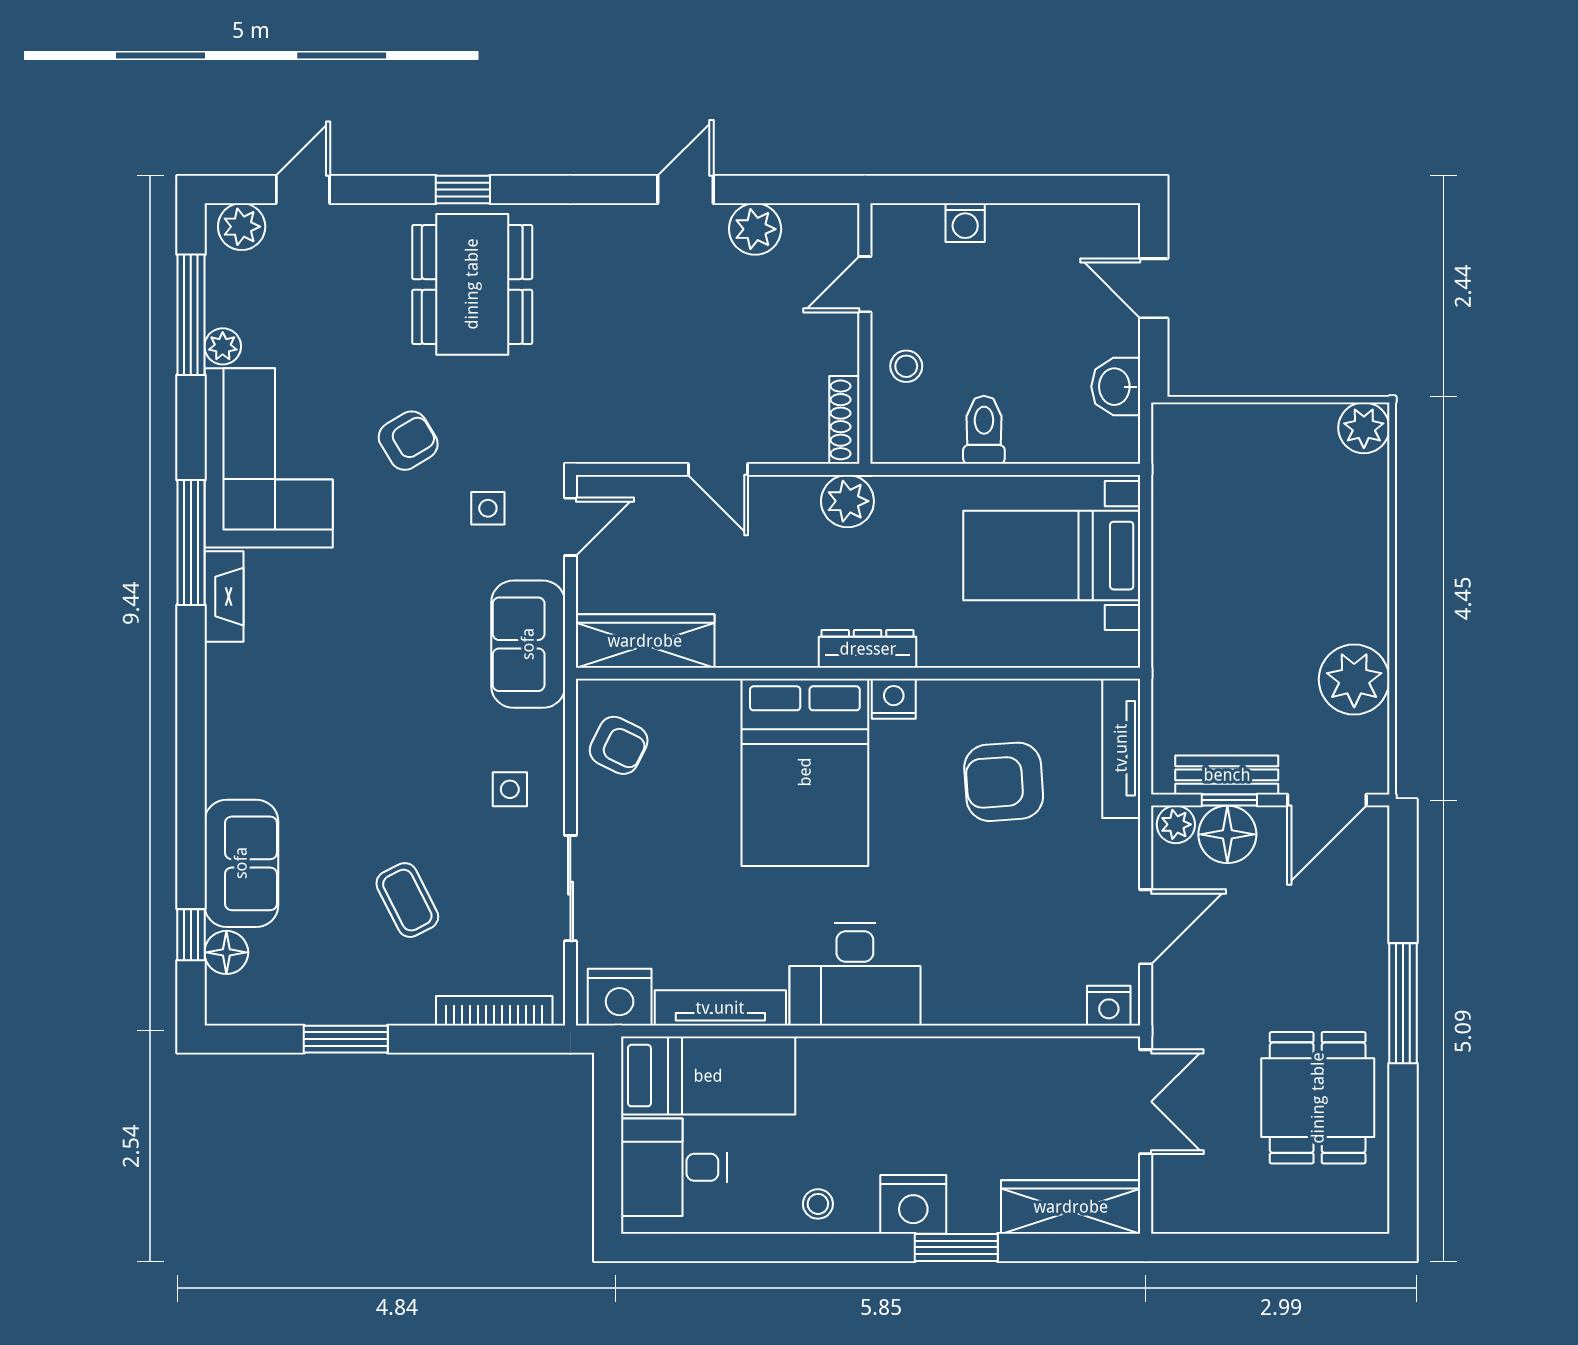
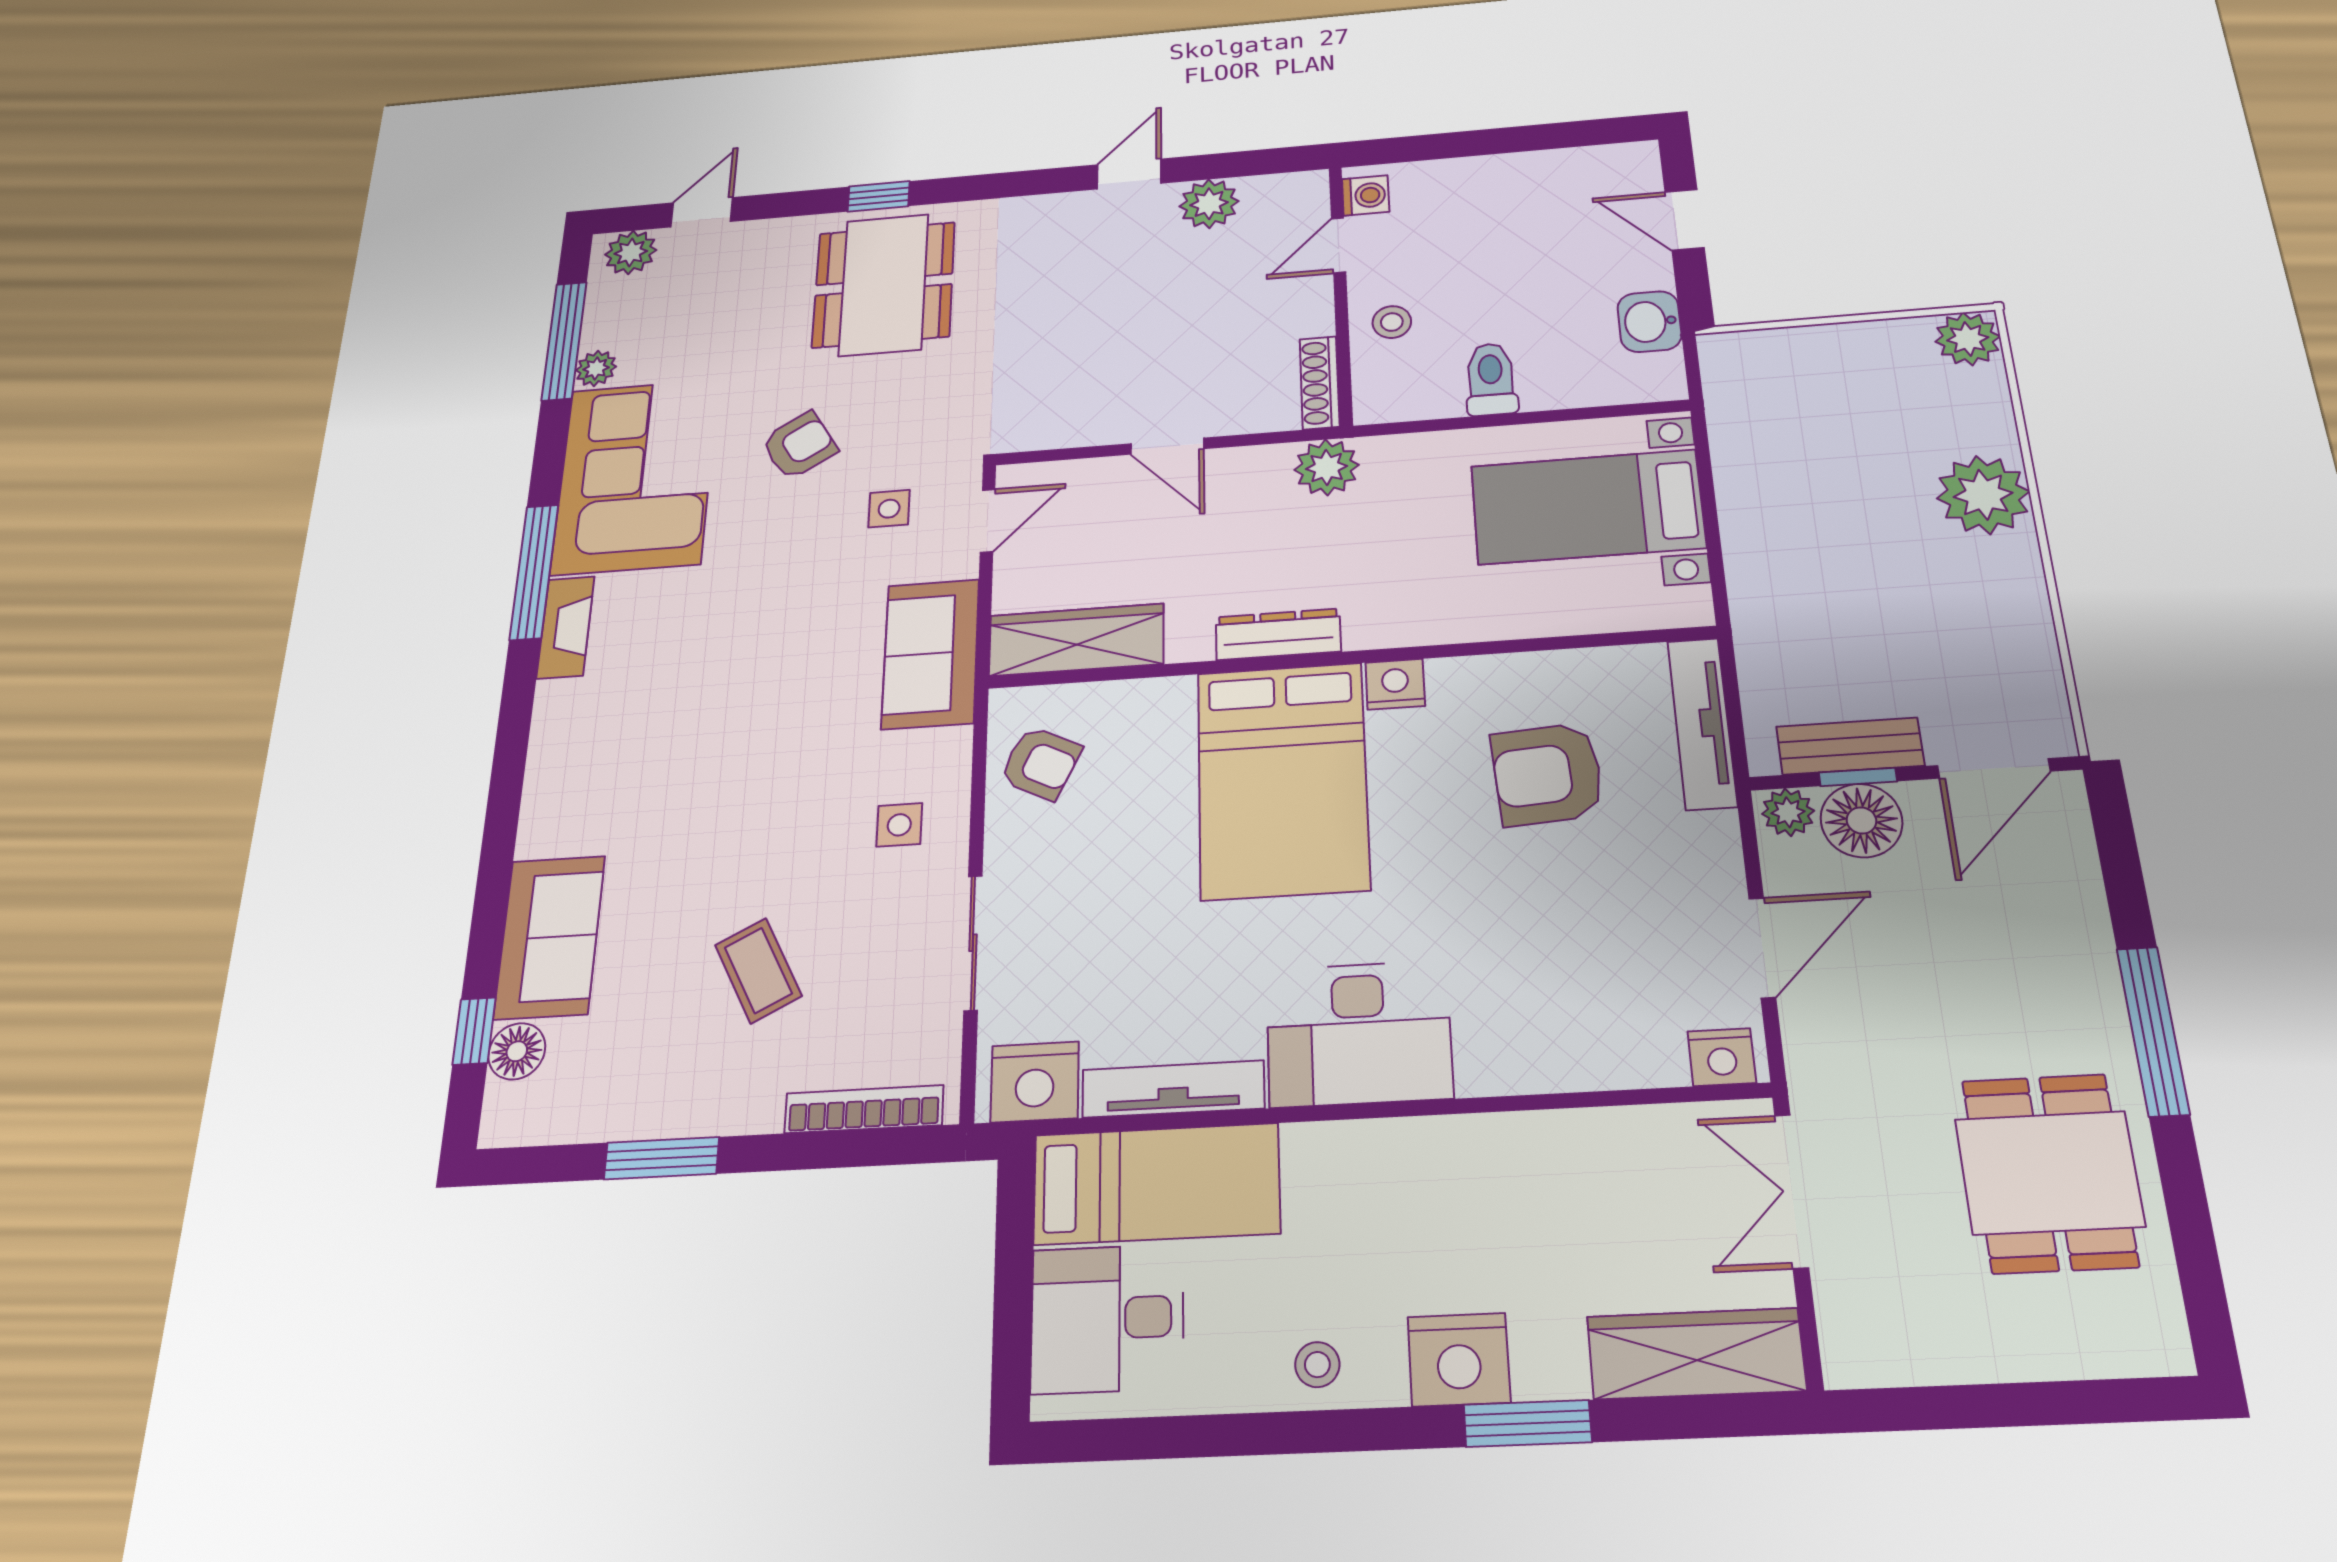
washing machine: (965, 223) -> (1366, 195), moved, turned -90
dresser: (868, 649) -> (1278, 634), moved
plant: (1354, 679) -> (1983, 495), moved
double door: (1146, 1102) -> (1792, 1191), swing flipped

